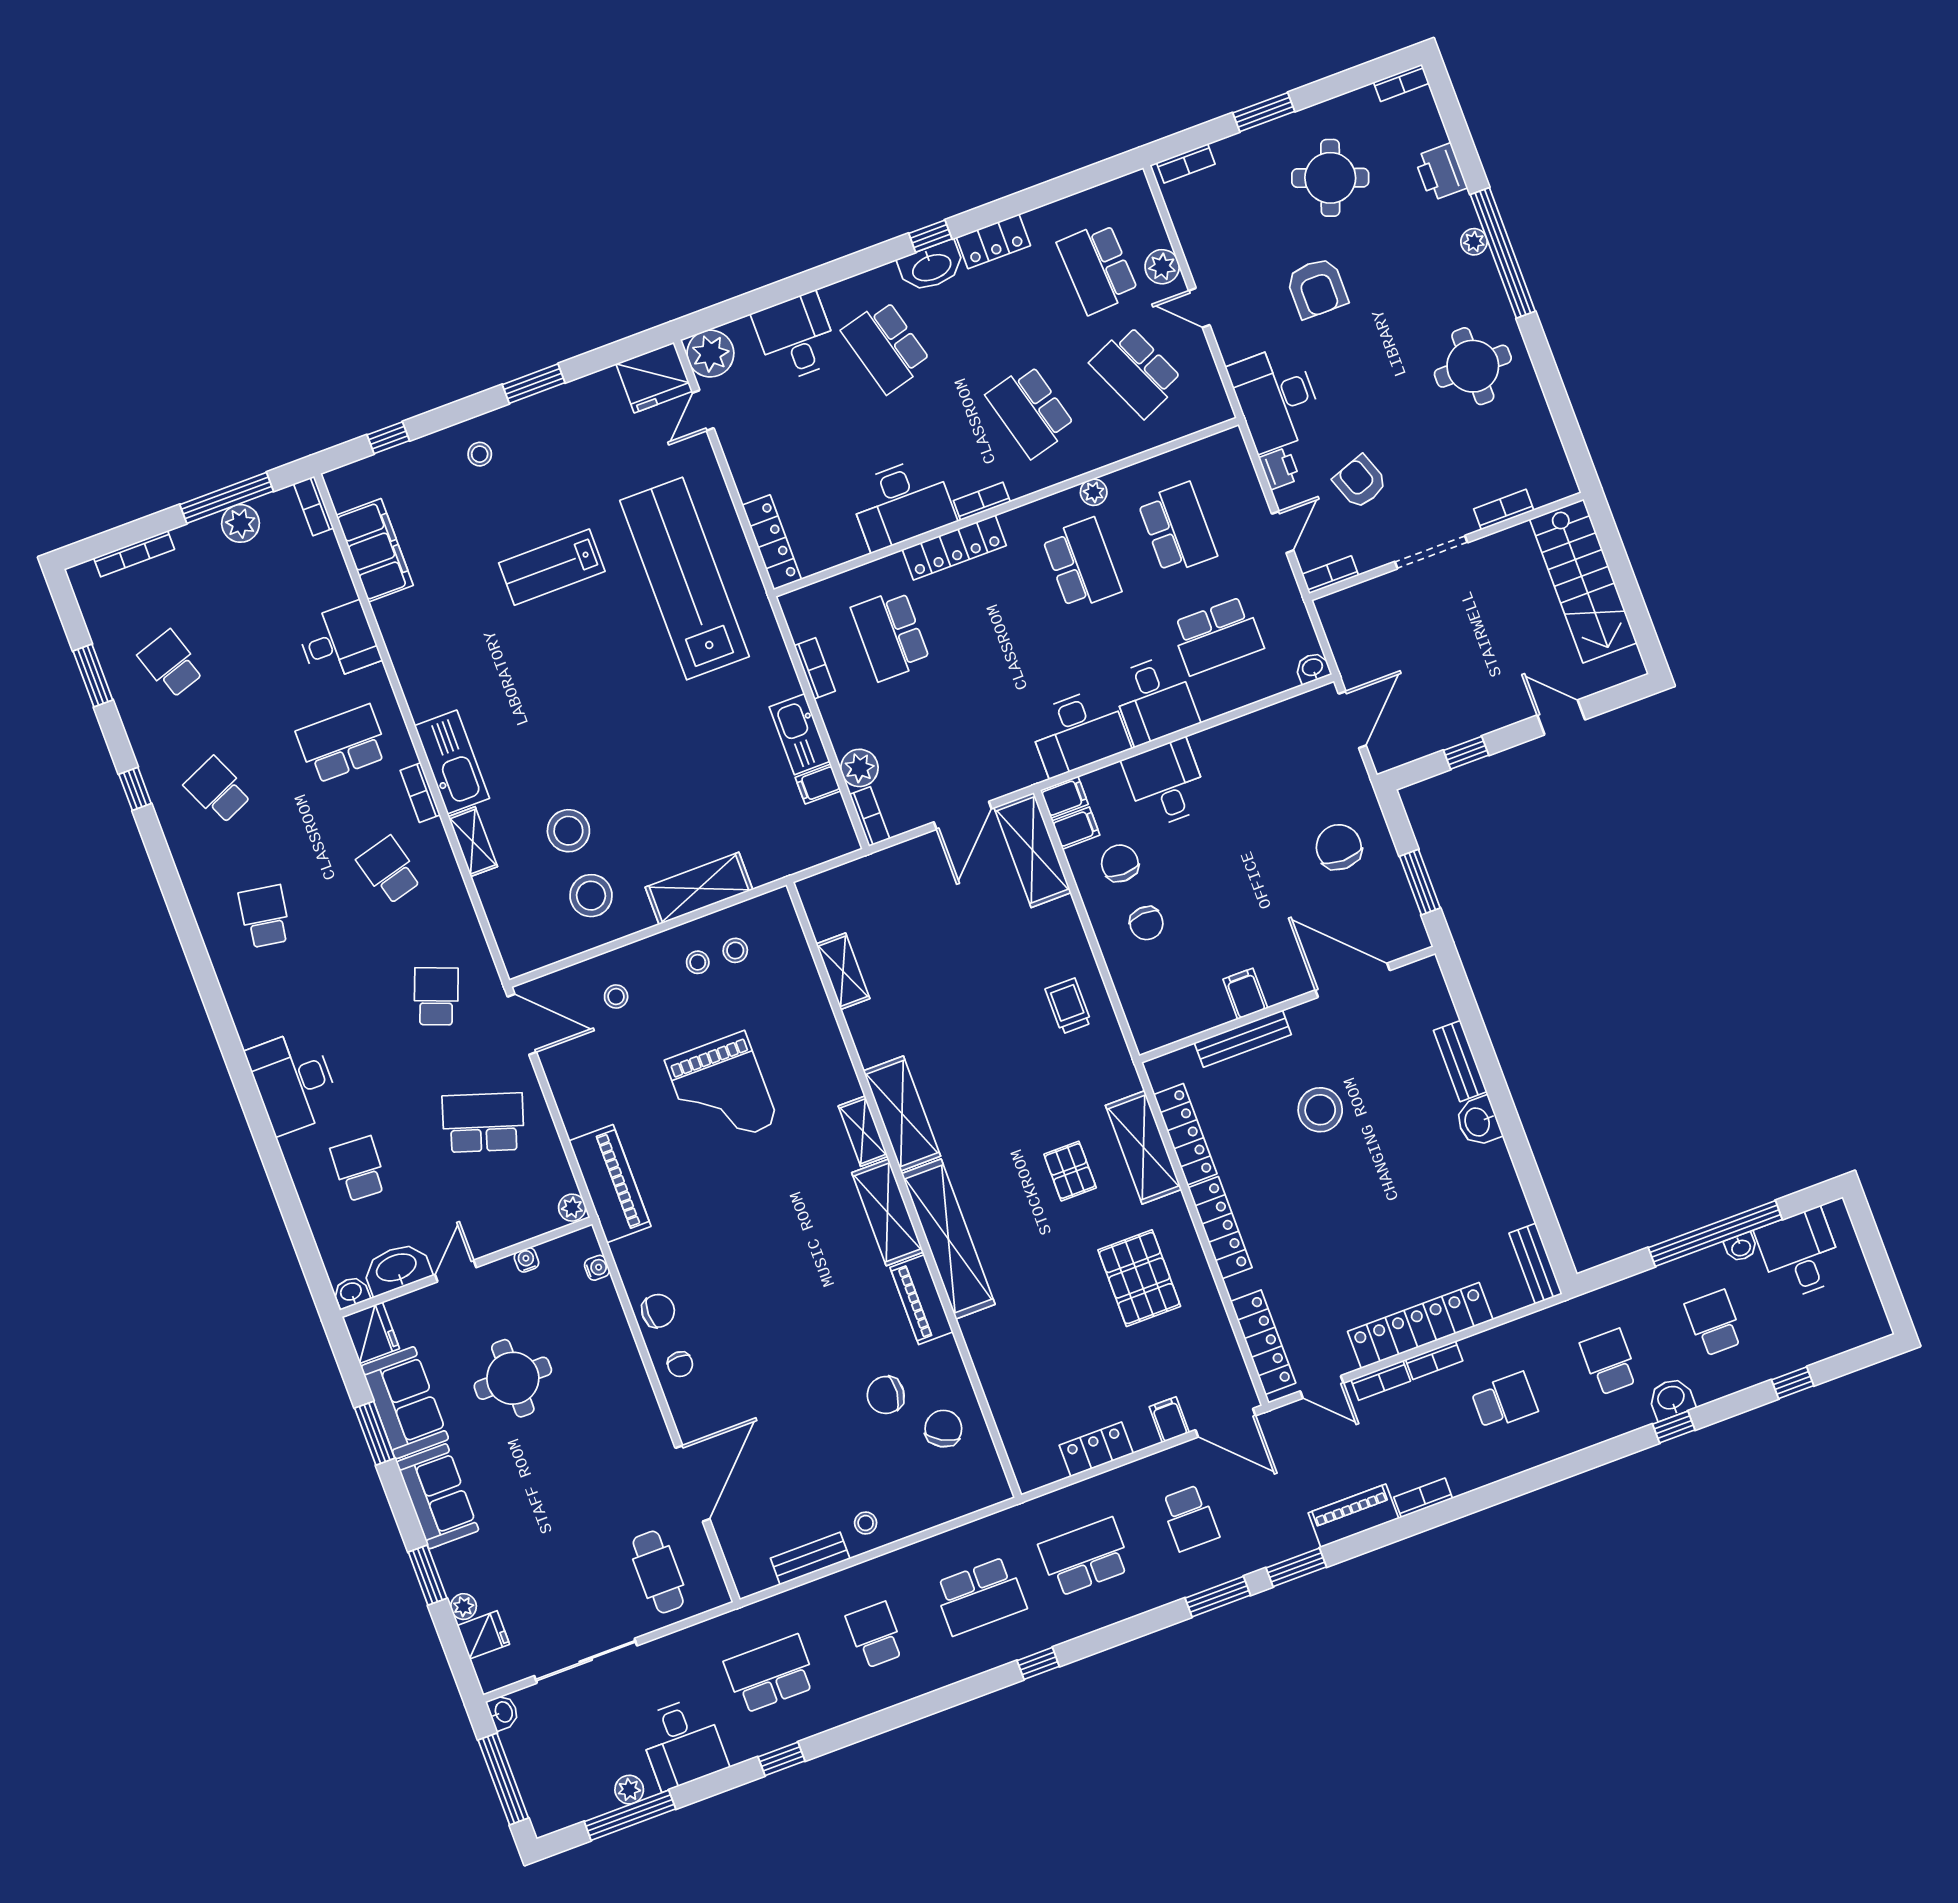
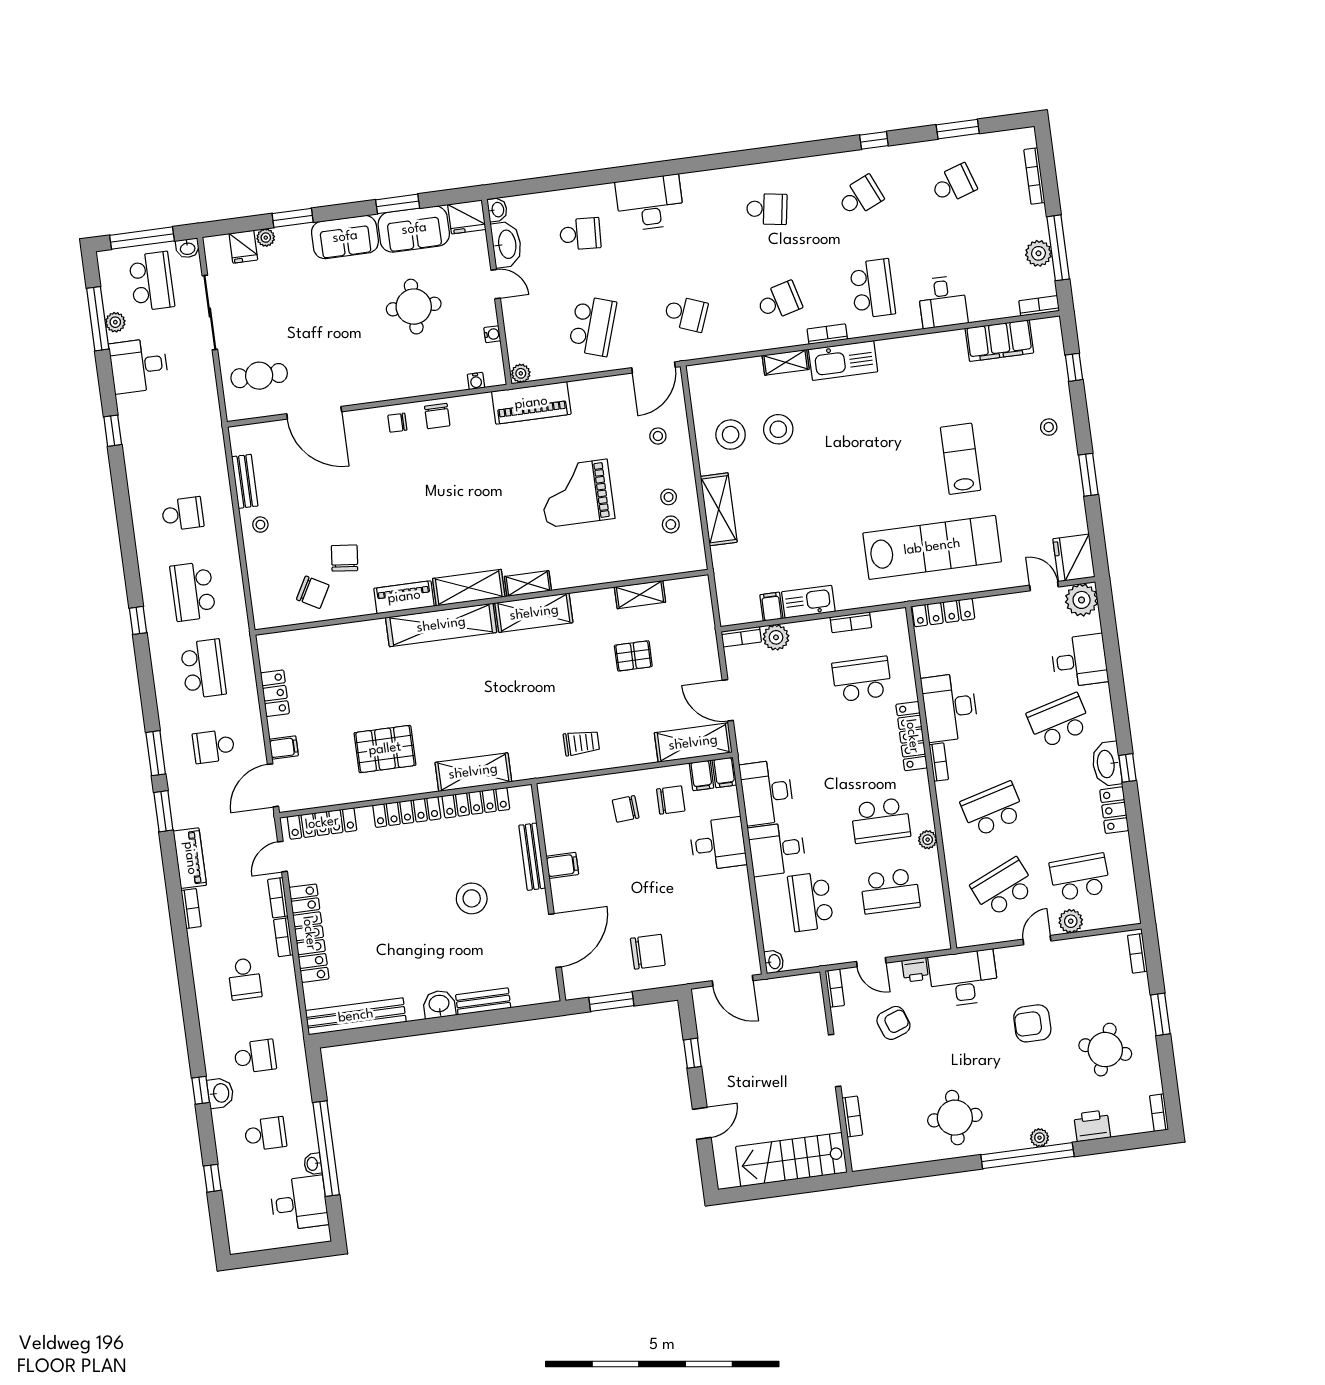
pallet: (1070, 1171) -> (633, 656), moved
bench: (1536, 1264) -> (356, 1016), width x1.86, depth x1.21
school desk: (770, 1674) -> (152, 281), moved

